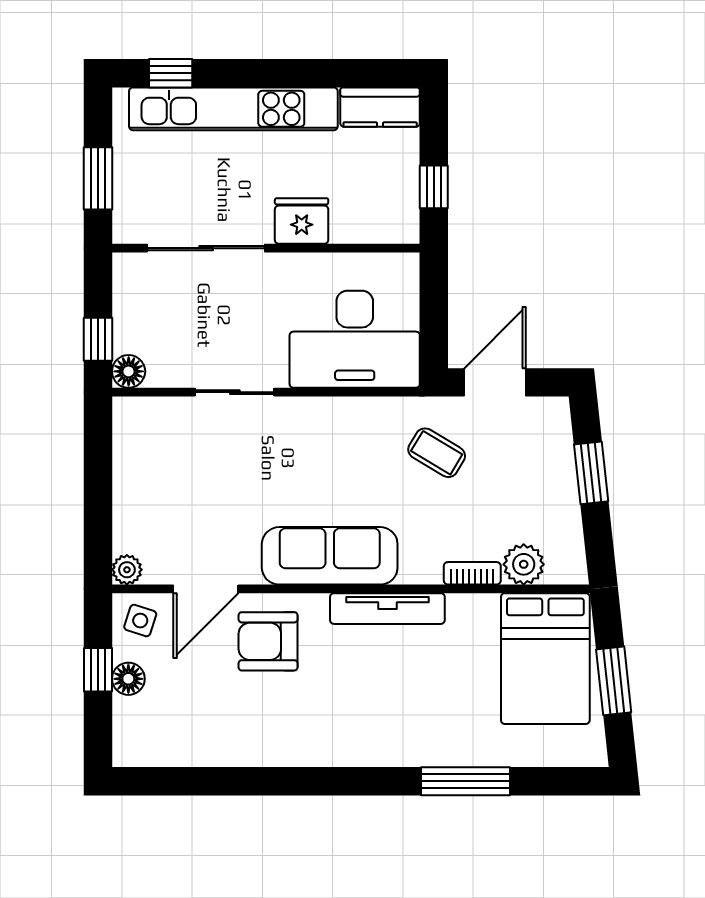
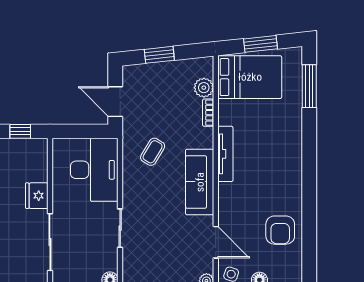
coffee table: (437, 453) -> (153, 152), moved
armchair: (268, 641) -> (280, 230), moved
window: (466, 781) -> (309, 86), moved

